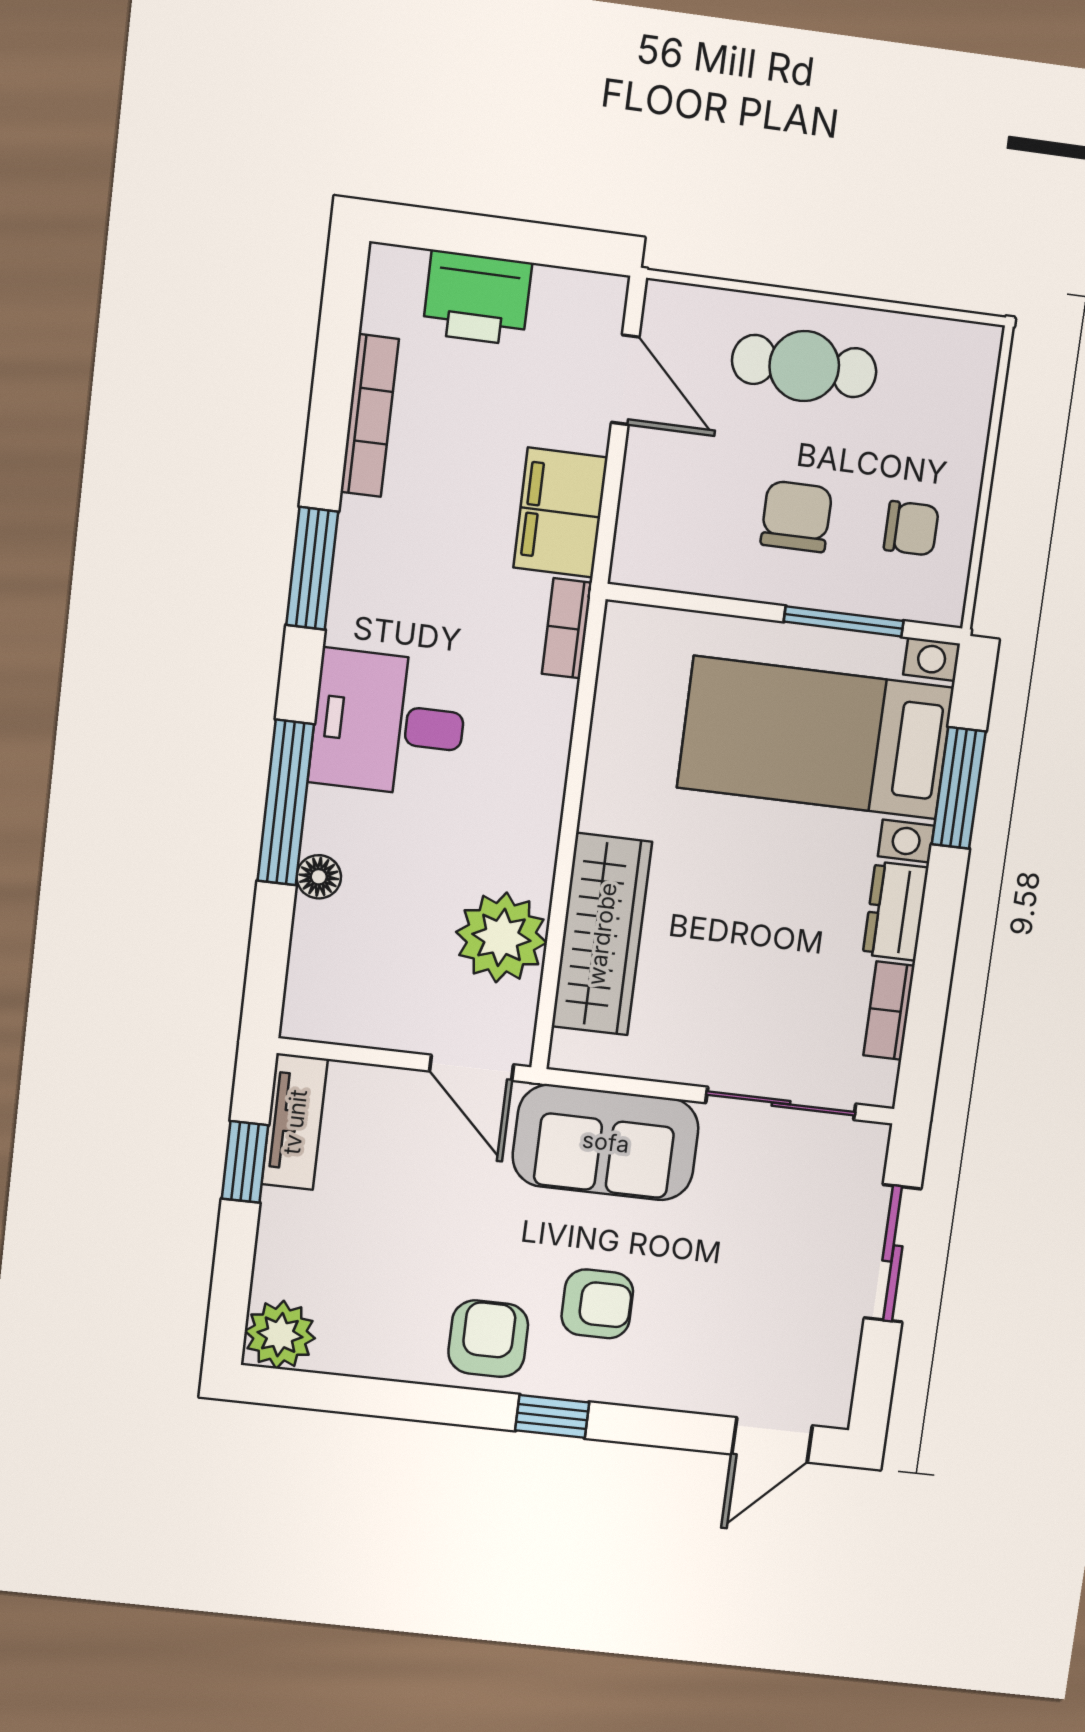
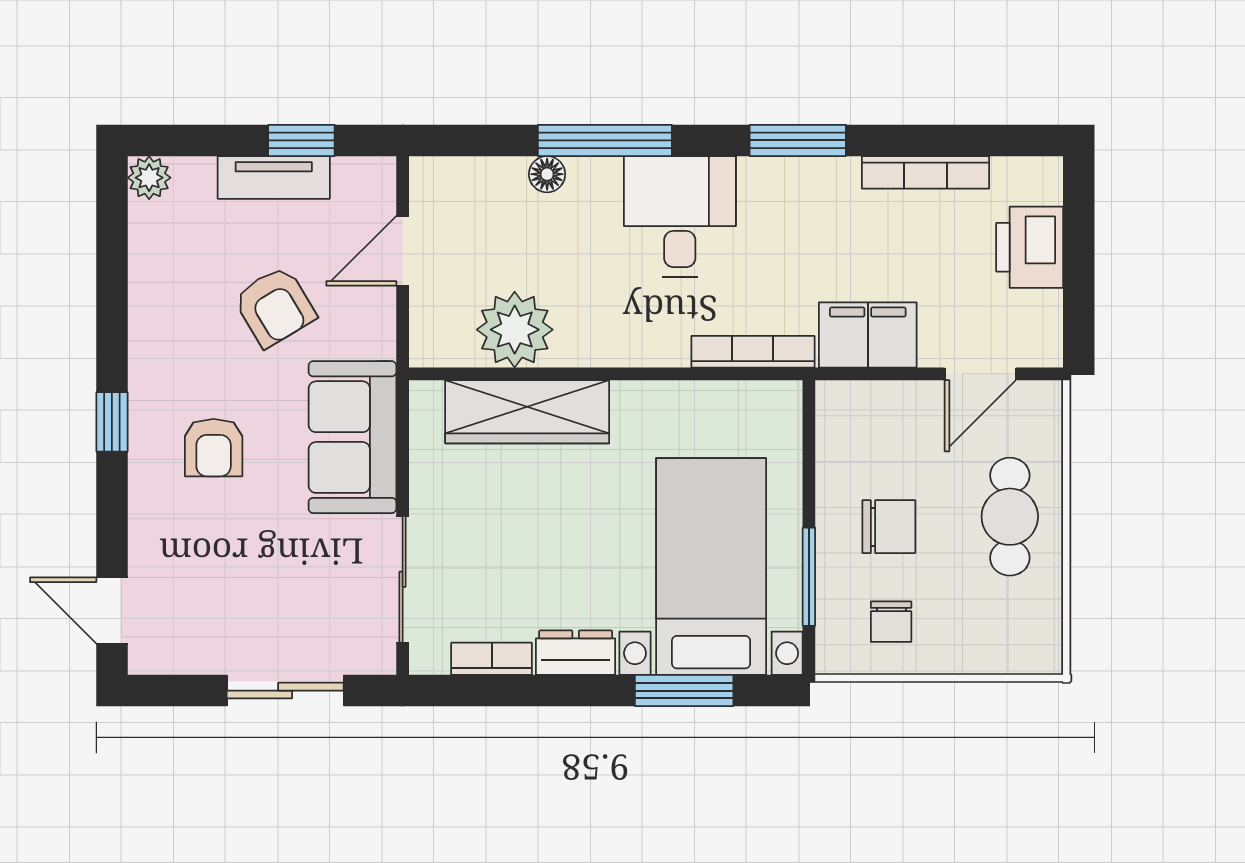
bookcase: (567, 628) -> (753, 352), width x1.56
door: (472, 1068) -> (403, 251), moved
tv unit: (295, 1122) -> (274, 177), moved
plant: (280, 1335) -> (149, 178), width x0.73, depth x0.73
armchair: (488, 1339) -> (275, 307), moved, turned 59

